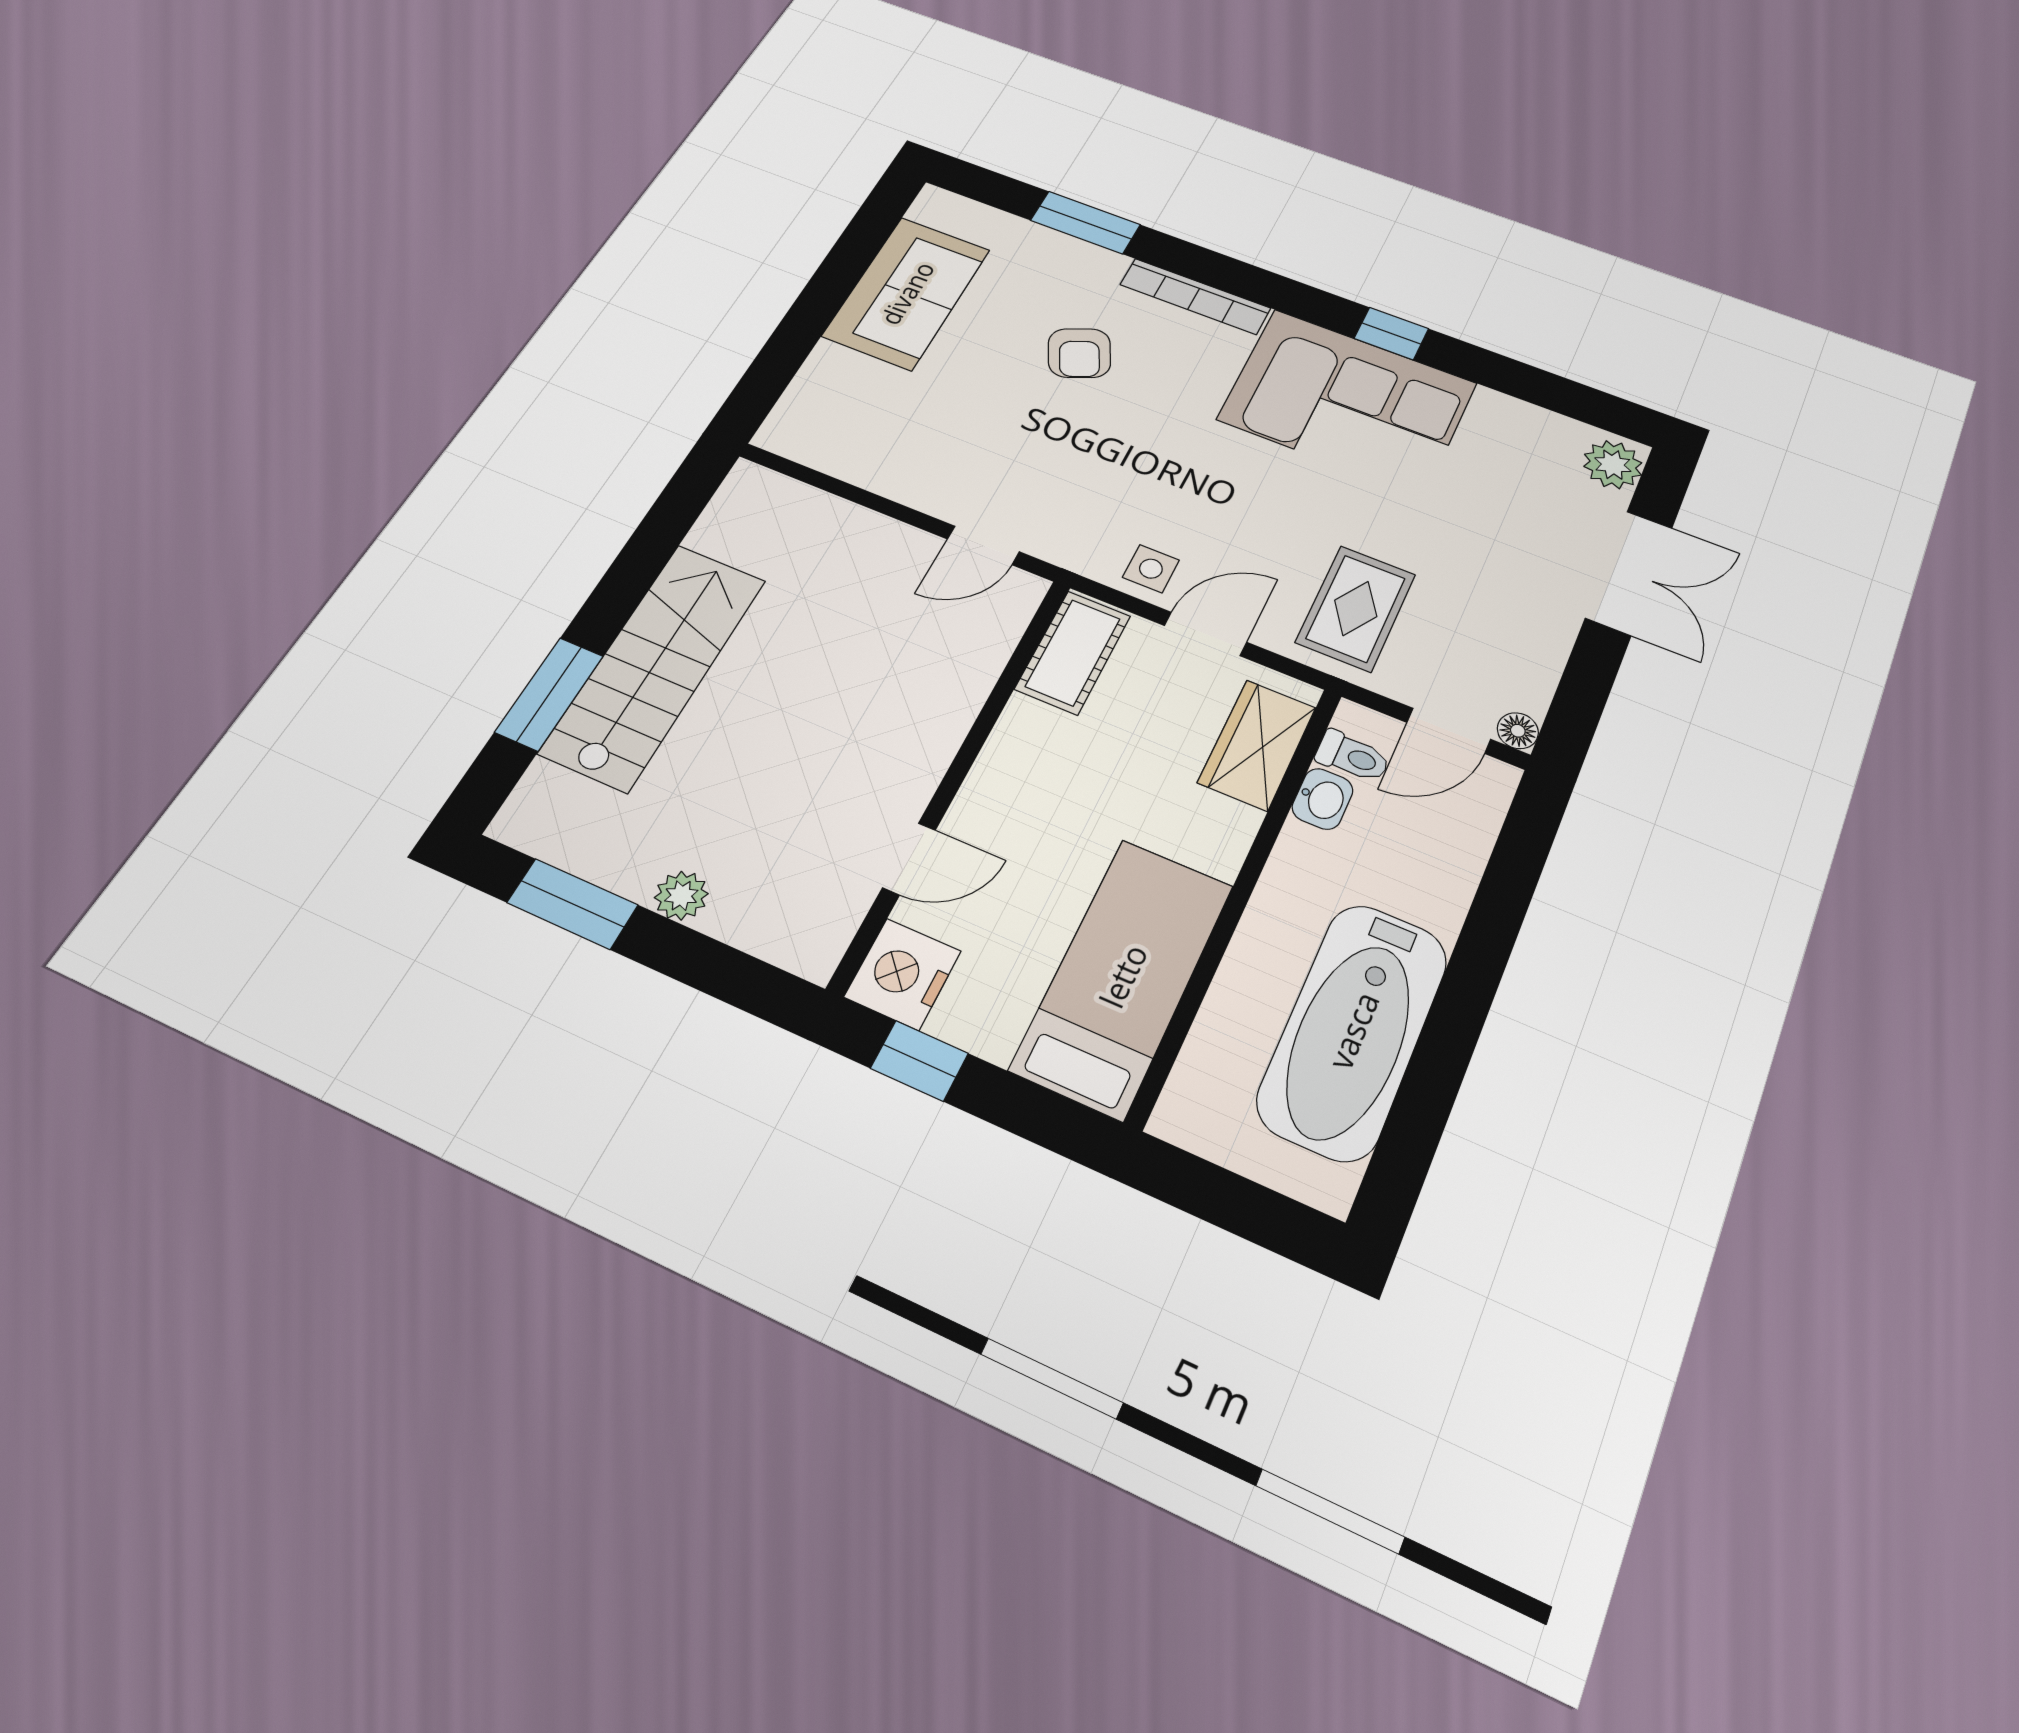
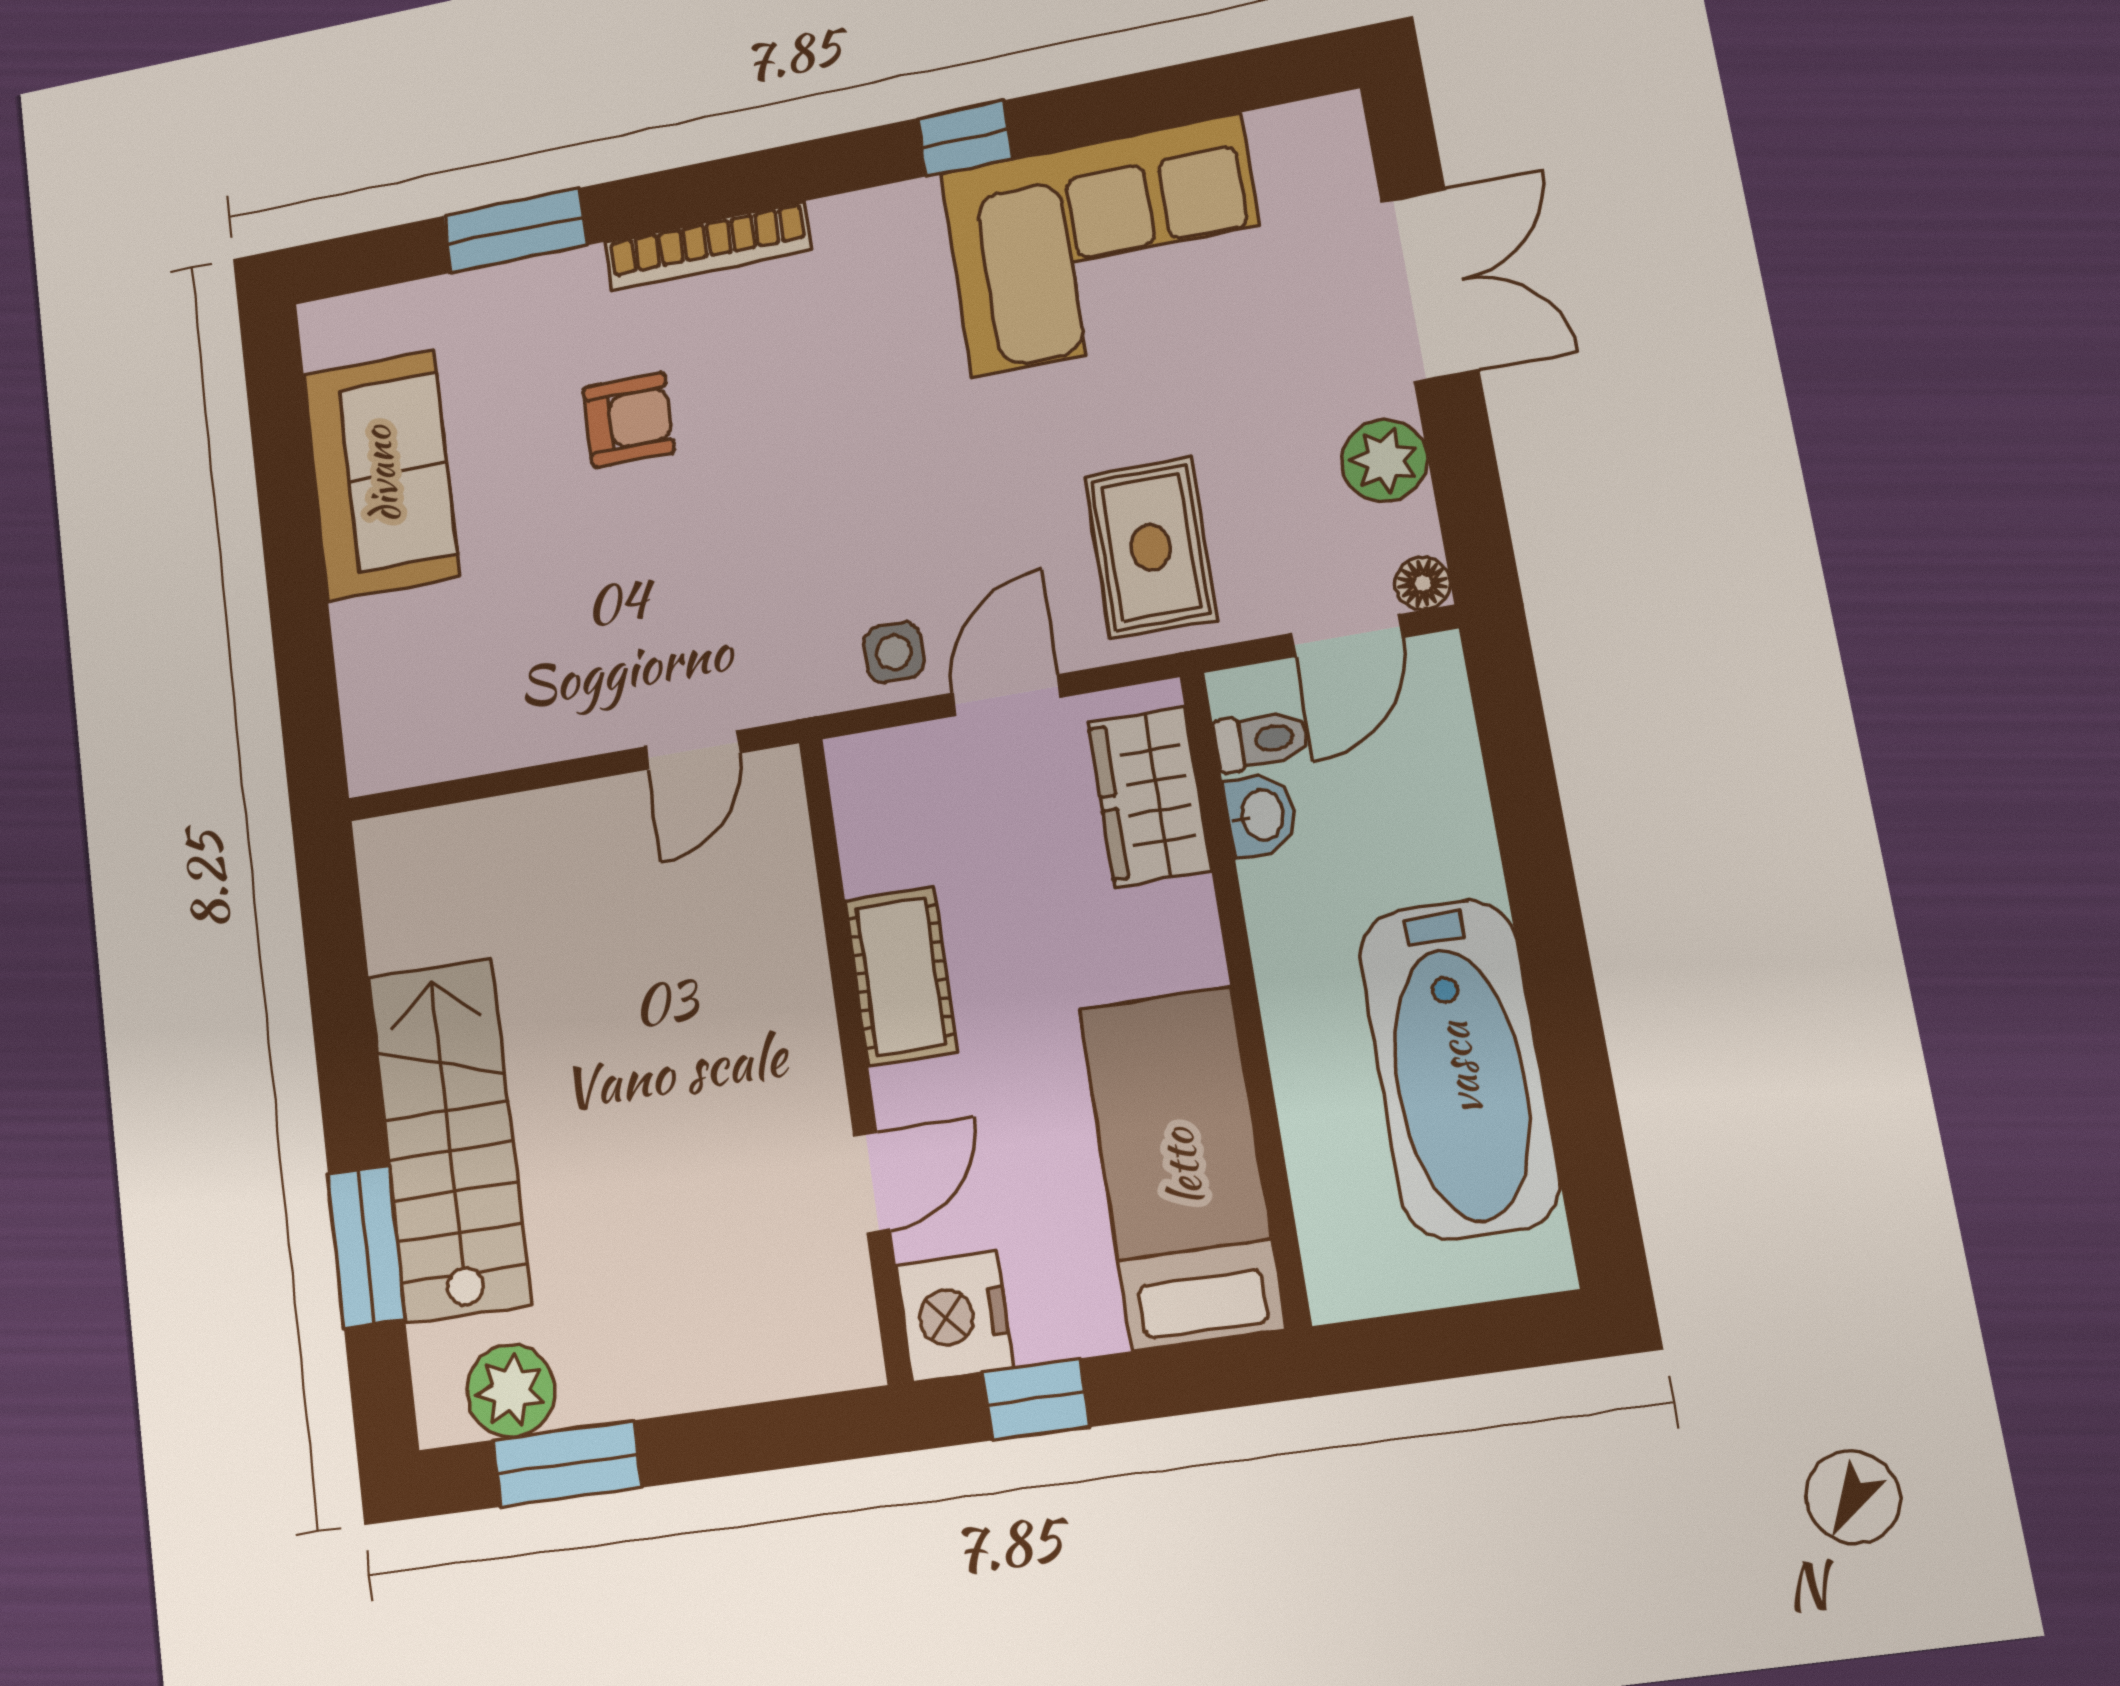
armchair: (1079, 353) -> (629, 420), turned -65
corner sofa: (1347, 401) -> (1106, 245), moved
plant: (1613, 465) -> (1385, 461), moved
cot: (1073, 652) -> (901, 976), moved
plant: (681, 896) -> (511, 1391), moved, width x1.38, depth x1.38

